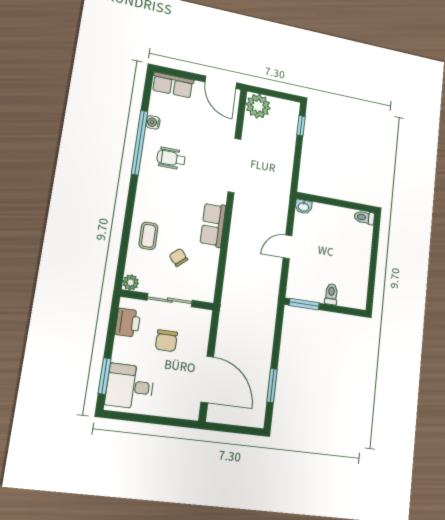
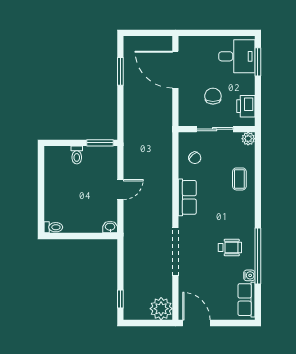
row of seats: (173, 85) -> (246, 300), moved, turned -90
chair: (178, 257) -> (195, 158), moved

